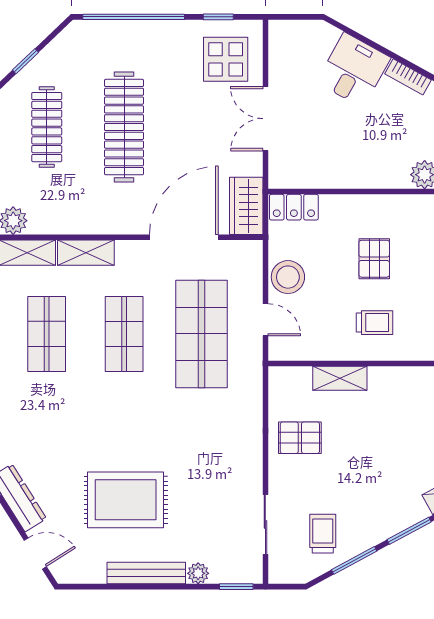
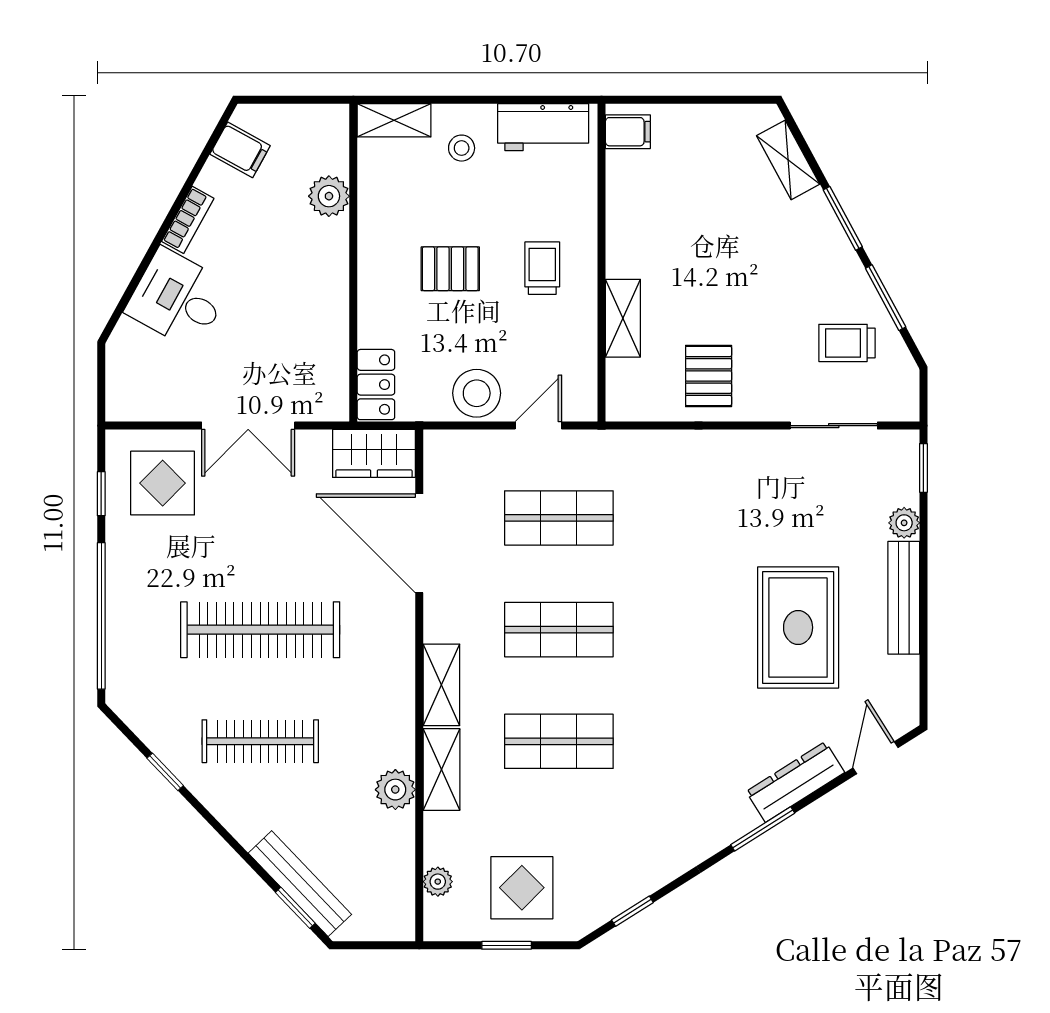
shop shelf: (201, 334) -> (559, 518), width x0.70, depth x0.74

